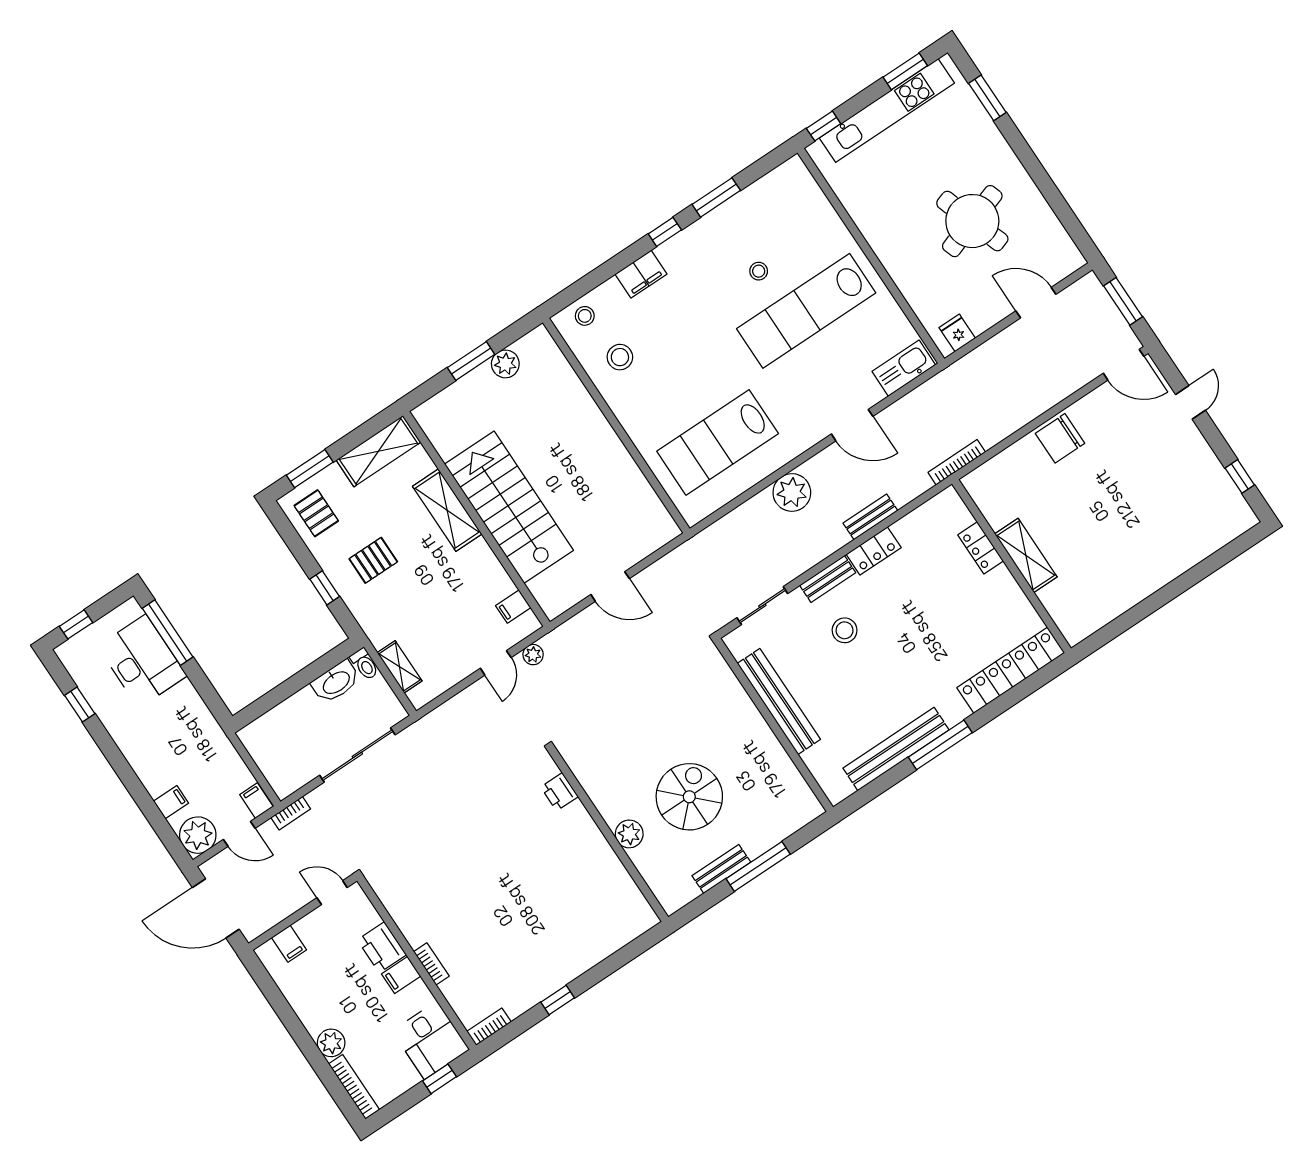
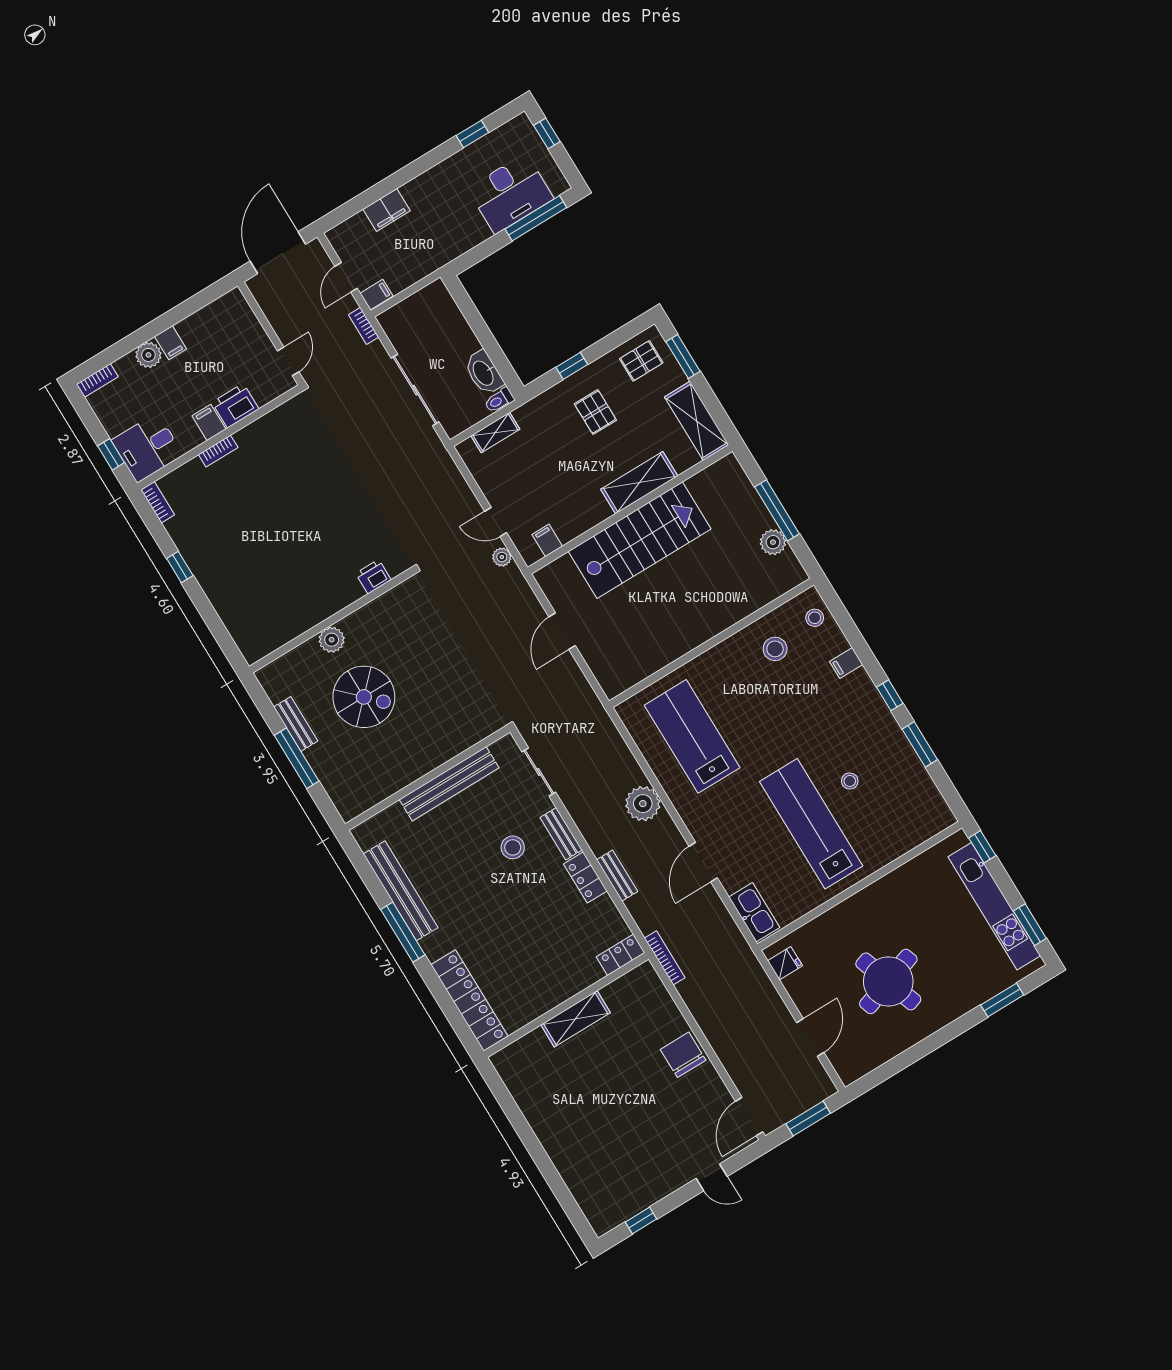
filing cabinet: (641, 274) -> (846, 663), width x0.50
window: (471, 361) -> (777, 510), width x1.44
locker: (981, 548) -> (621, 955), moved
filing cabinet: (171, 802) -> (387, 210), width x2.00
plant: (198, 835) -> (347, 239), removed
filing cabinet: (289, 944) -> (170, 343), moved, turned -90
bookcase: (354, 1087) -> (97, 380), width x0.64

